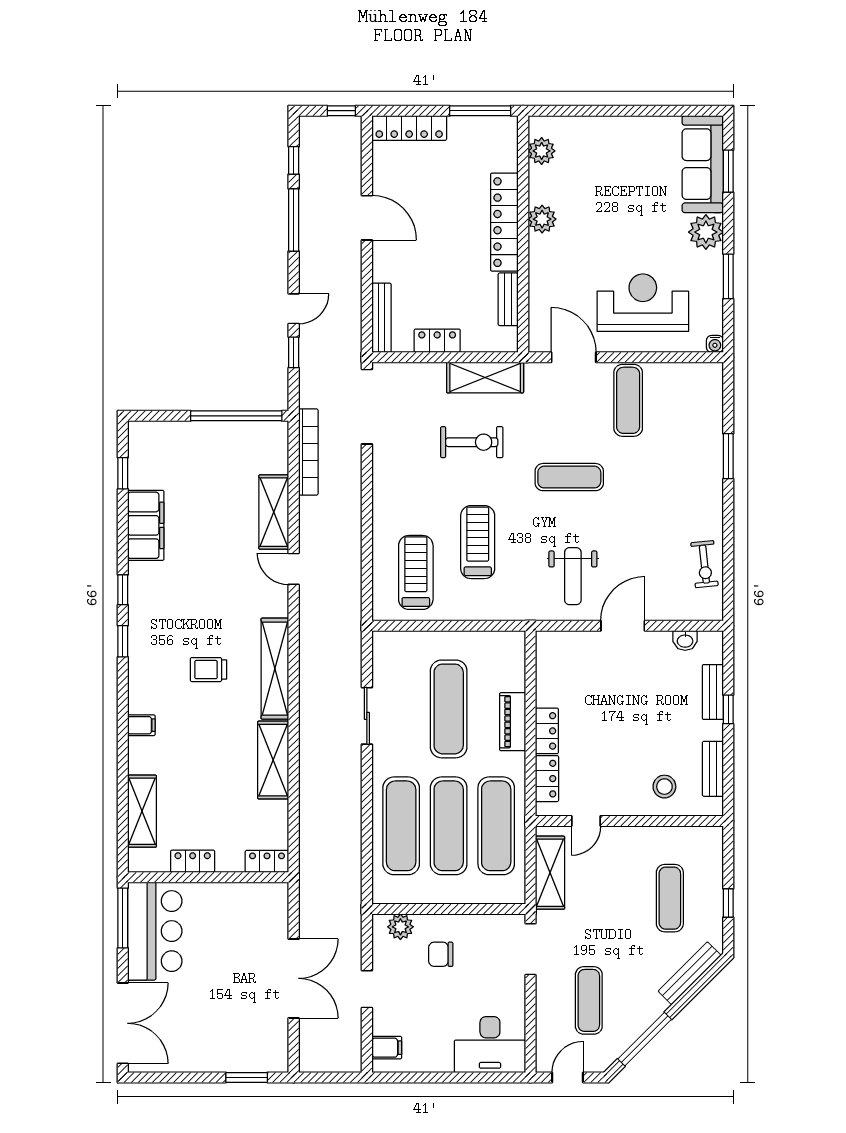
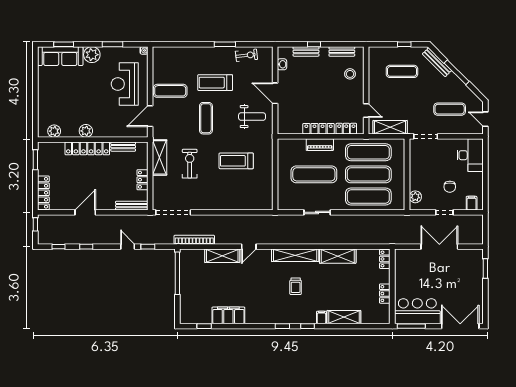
window: (480, 111) -> (35, 160), width x0.69
window: (294, 220) -> (86, 247), width x0.46
window: (728, 456) -> (225, 44), moved
treadmill: (416, 572) -> (215, 83), moved
window: (123, 590) -> (308, 326), moved
locker: (547, 731) -> (319, 129), width x1.53
shelving: (142, 811) -> (344, 317), moved
chair: (441, 954) -> (450, 187), moved
window: (645, 1039) -> (457, 72), moved

